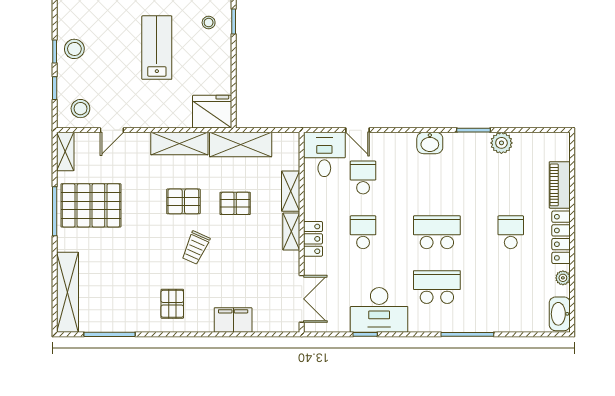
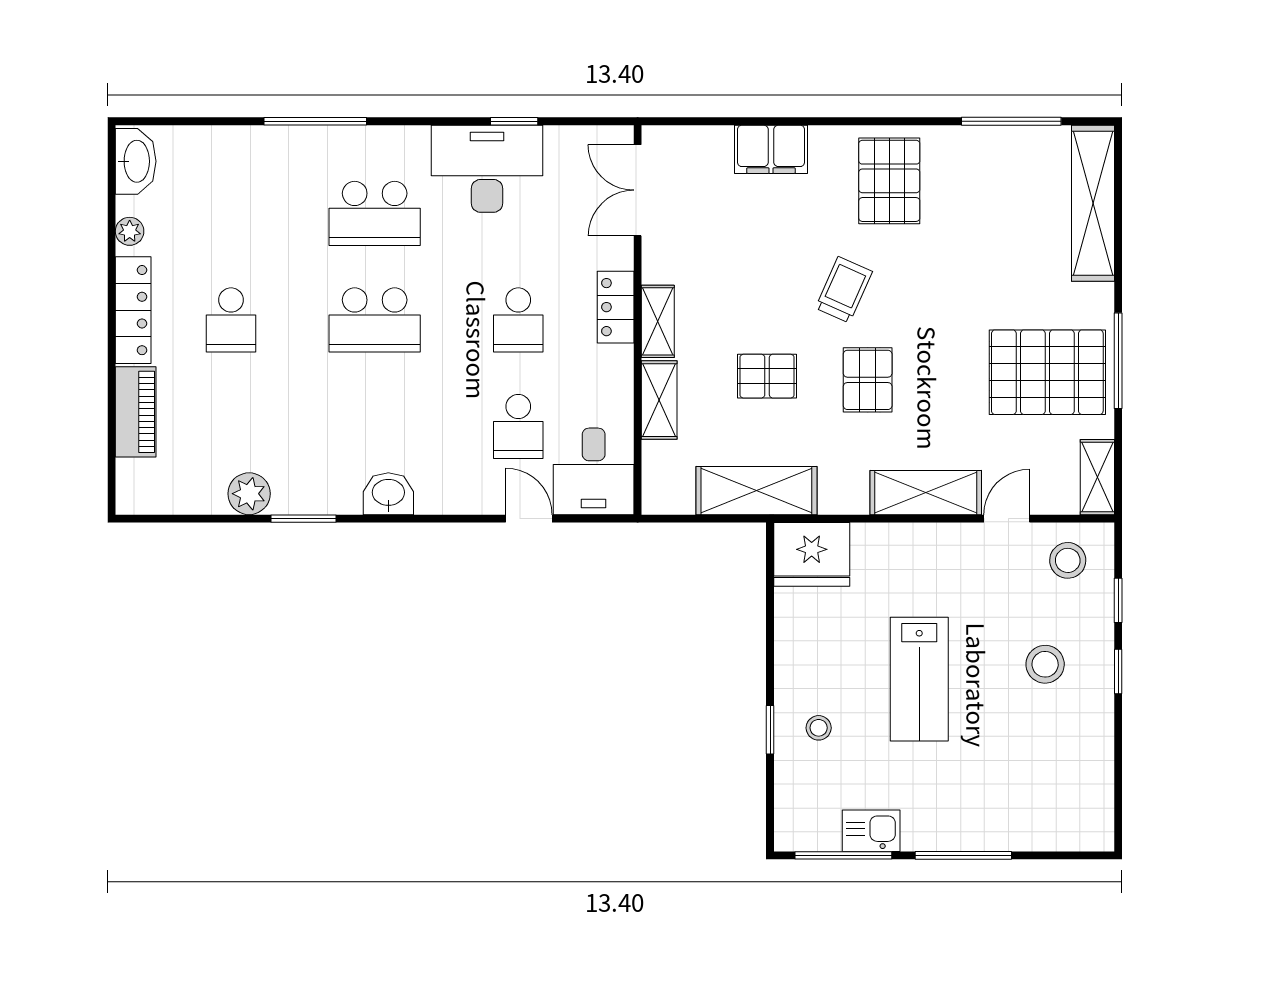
stool: (74, 49) -> (1045, 664), moved
shelving: (179, 143) -> (926, 493), moved
pallet: (183, 201) -> (868, 380), turned 90
pallet: (172, 304) -> (889, 181), width x1.50, depth x1.42

